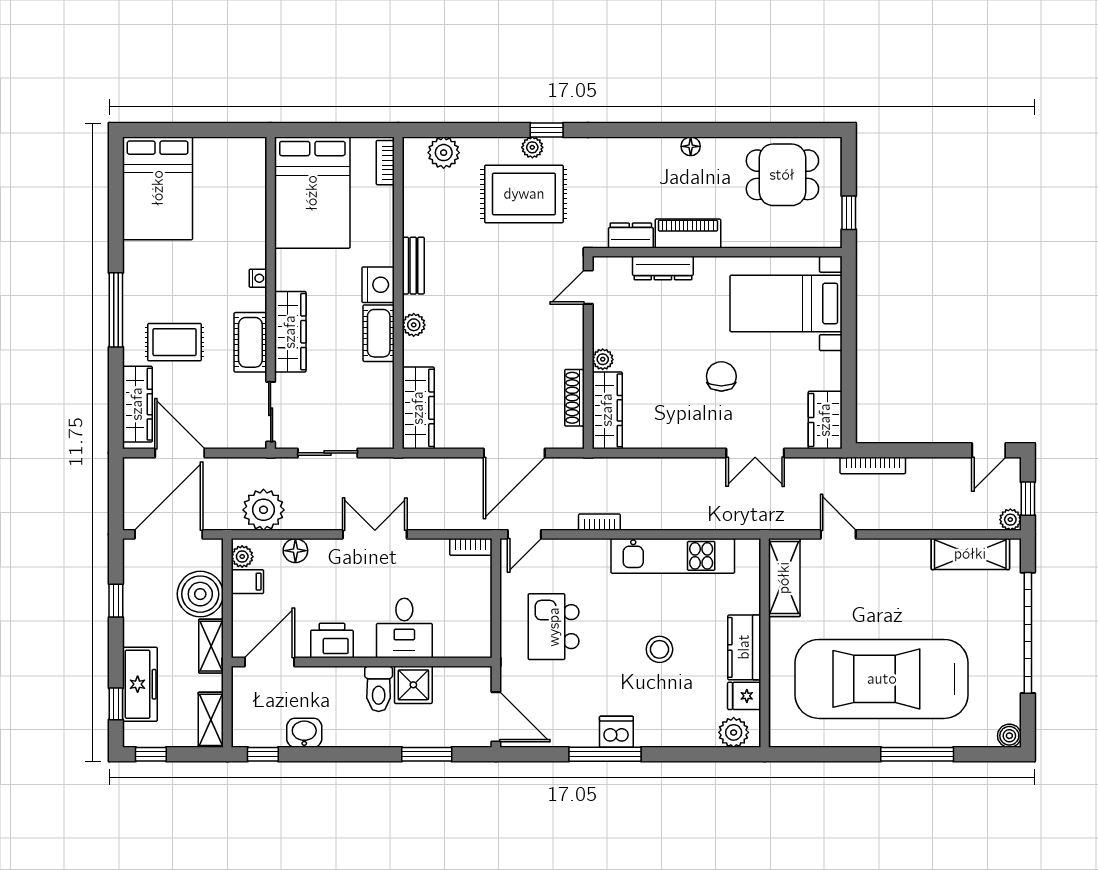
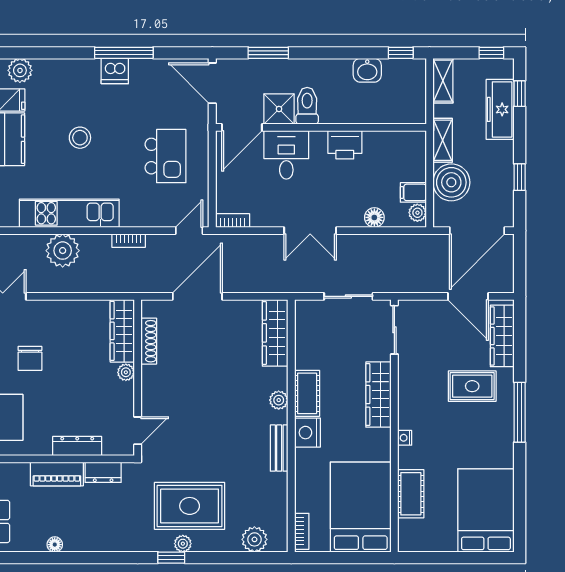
cot: (250, 342) -> (411, 494), moved
plant: (263, 510) -> (63, 251), moved
door: (269, 662) -> (242, 127), moved

